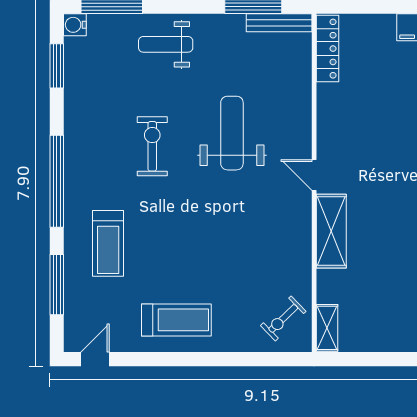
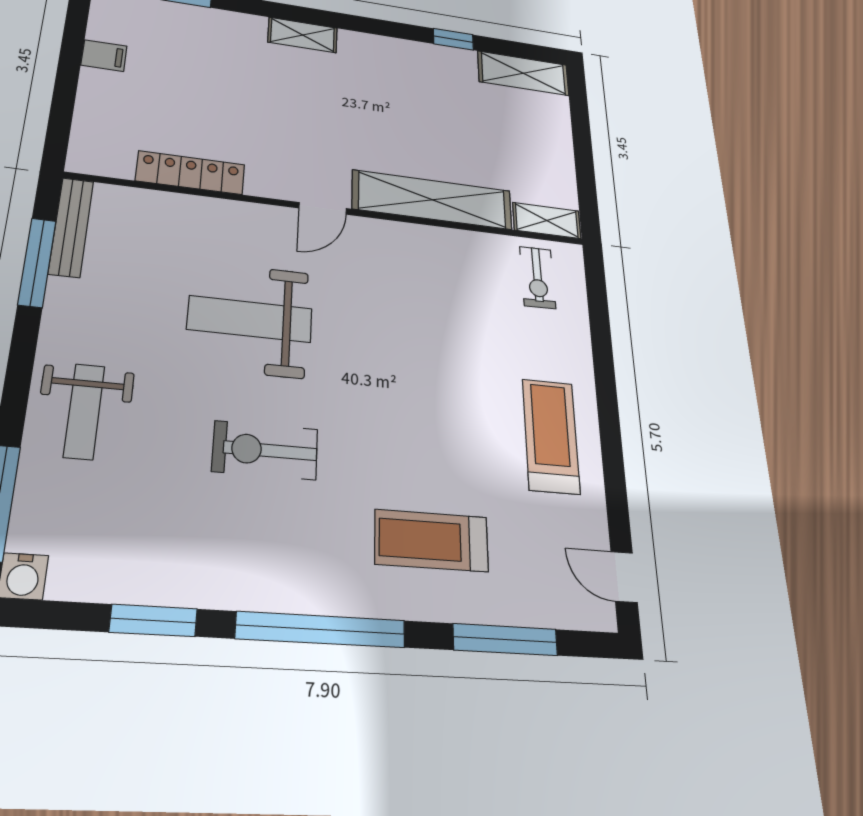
locker: (327, 49) -> (190, 173), moved
window: (57, 66) -> (153, 620), moved
shelving: (331, 231) -> (432, 200), width x1.47
treadmill: (108, 243) -> (431, 541), turned 180
exercise bike: (283, 318) -> (538, 277), turned 43

